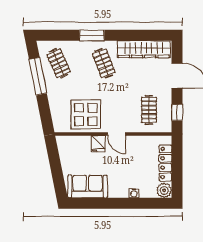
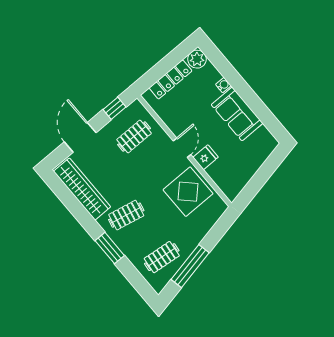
clothes rail: (59, 63) -> (162, 257), turned 30
clothes rail: (104, 63) -> (126, 215), turned 33
sofa: (87, 186) -> (237, 114), moved

